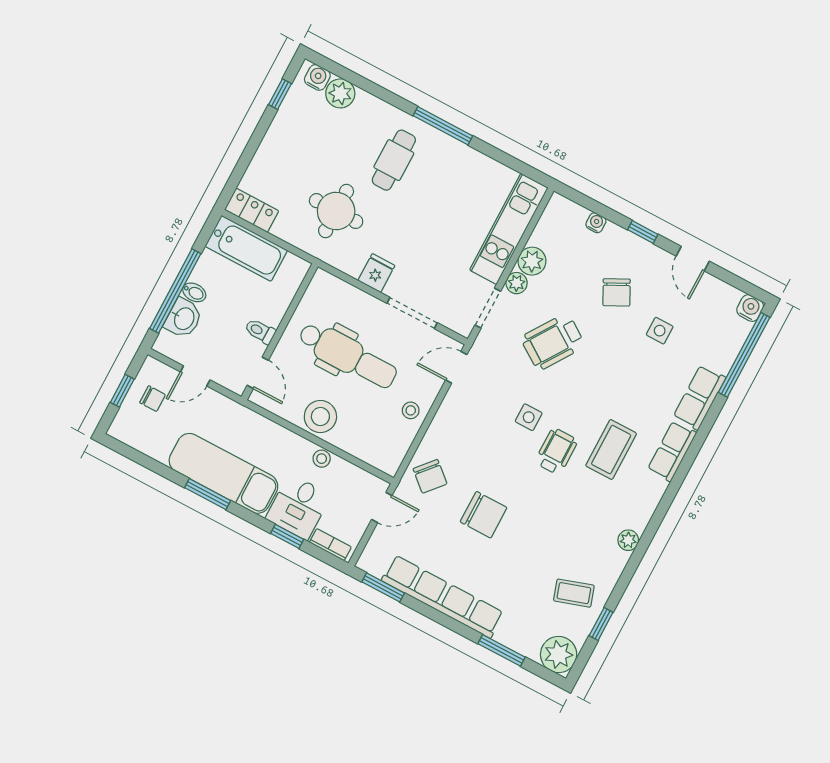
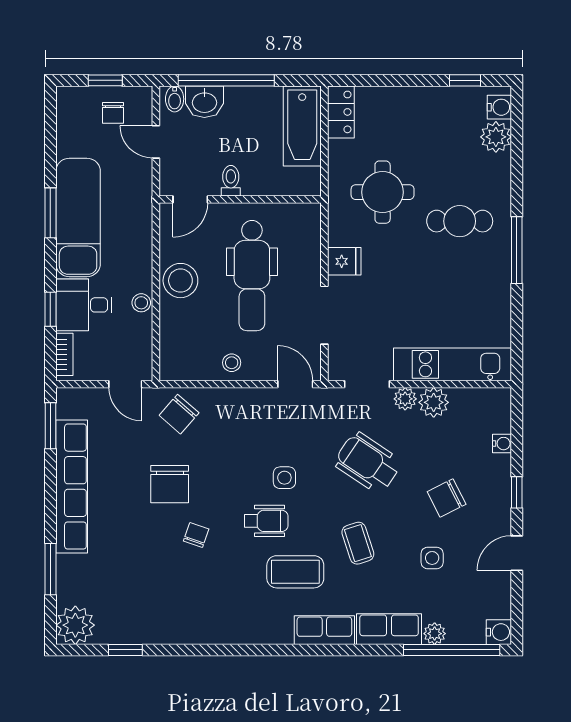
bidet: (194, 292) -> (175, 99), moved
chair: (537, 515) -> (196, 535), added
plant: (628, 540) -> (435, 634), moved
coffee table: (574, 593) -> (358, 543), moved

